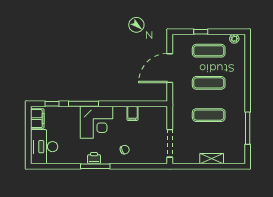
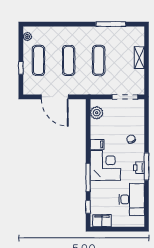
filing cabinet: (132, 113) -> (97, 144), moved
plant: (153, 113) -> (97, 113), added
desk: (44, 147) -> (132, 199), moved, turned -90

